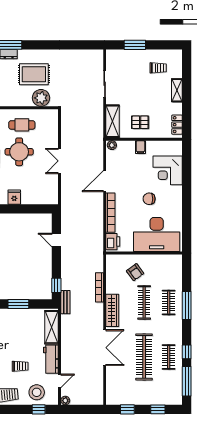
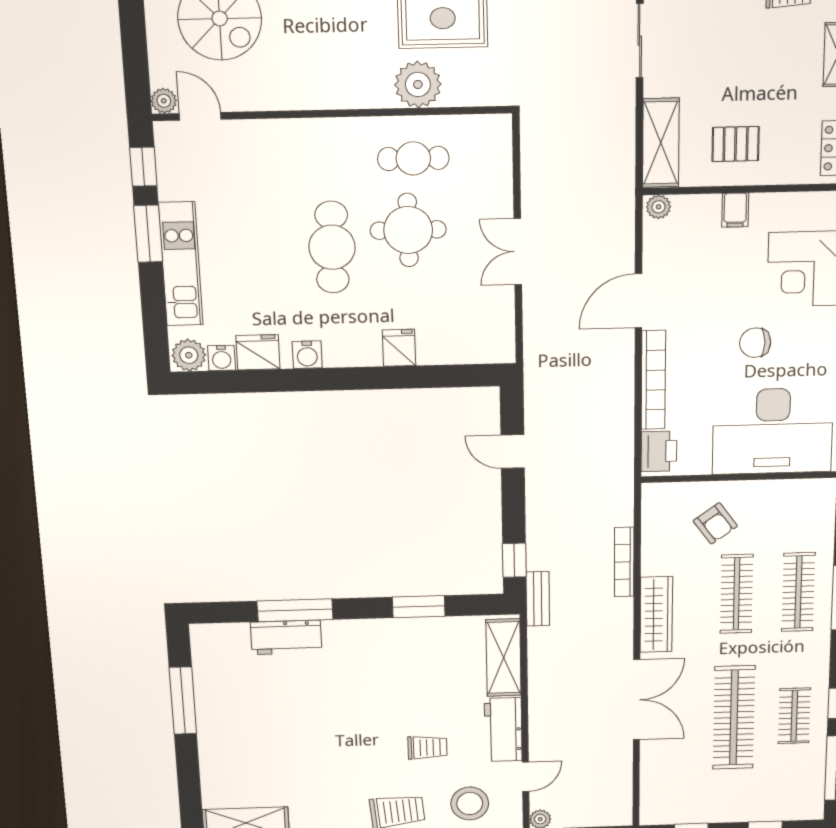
plant: (41, 98) -> (418, 84), moved
clothes rail: (169, 302) -> (798, 592), width x1.36

